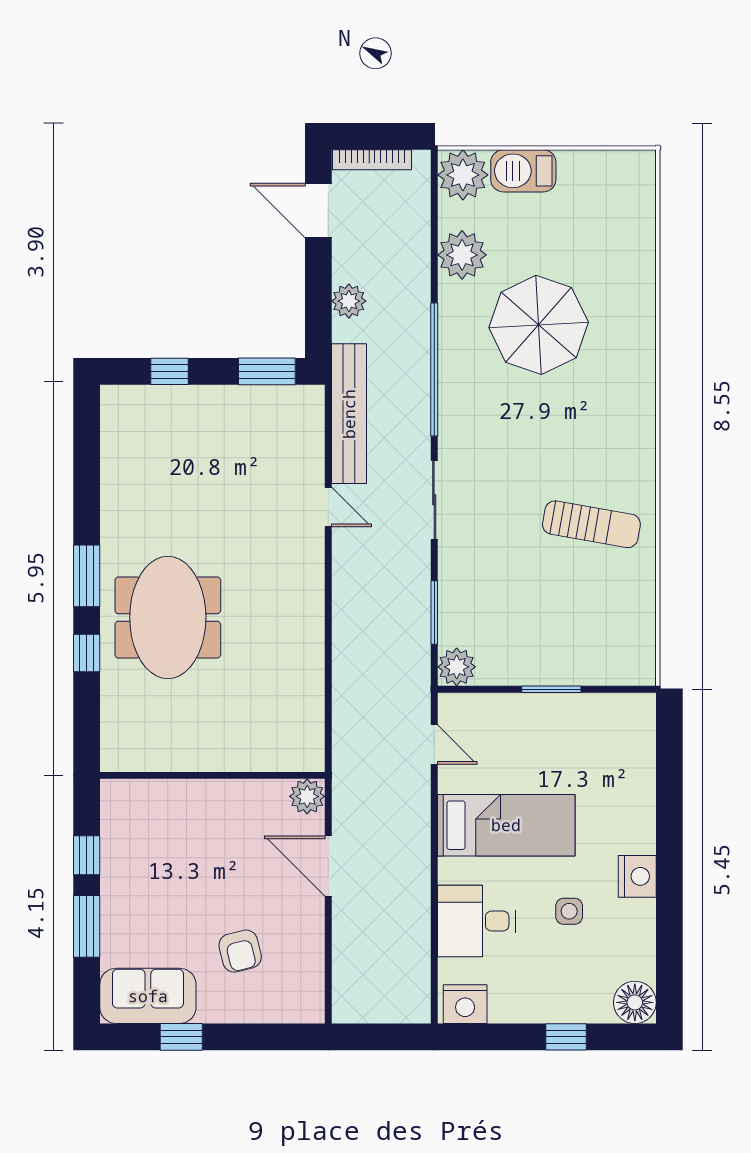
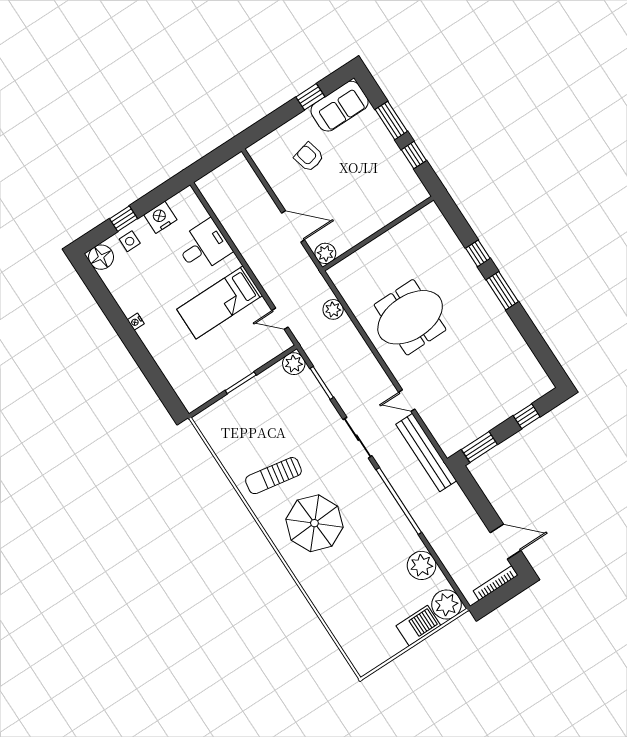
plant: (349, 301) -> (333, 309), moved
parasol: (539, 325) -> (314, 523), moved
meeting table: (168, 617) -> (410, 317), moved, turned 90
nightstand: (637, 876) -> (136, 322), width x0.53, depth x0.56
side table: (569, 911) -> (130, 241), moved
nightstand: (465, 1004) -> (160, 217), moved

